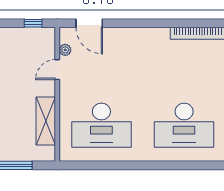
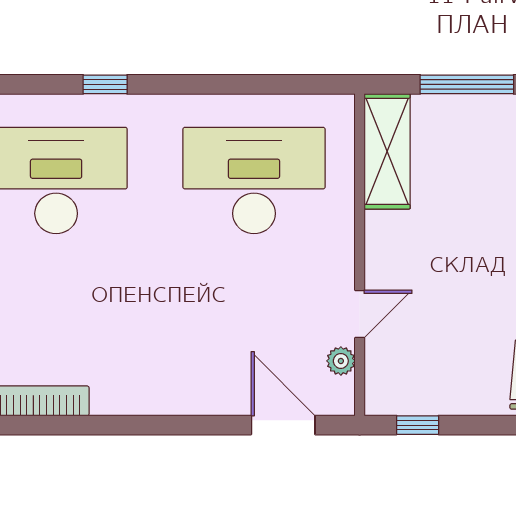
shelving: (46, 121) -> (387, 151), moved
window: (164, 165) -> (105, 84), added

